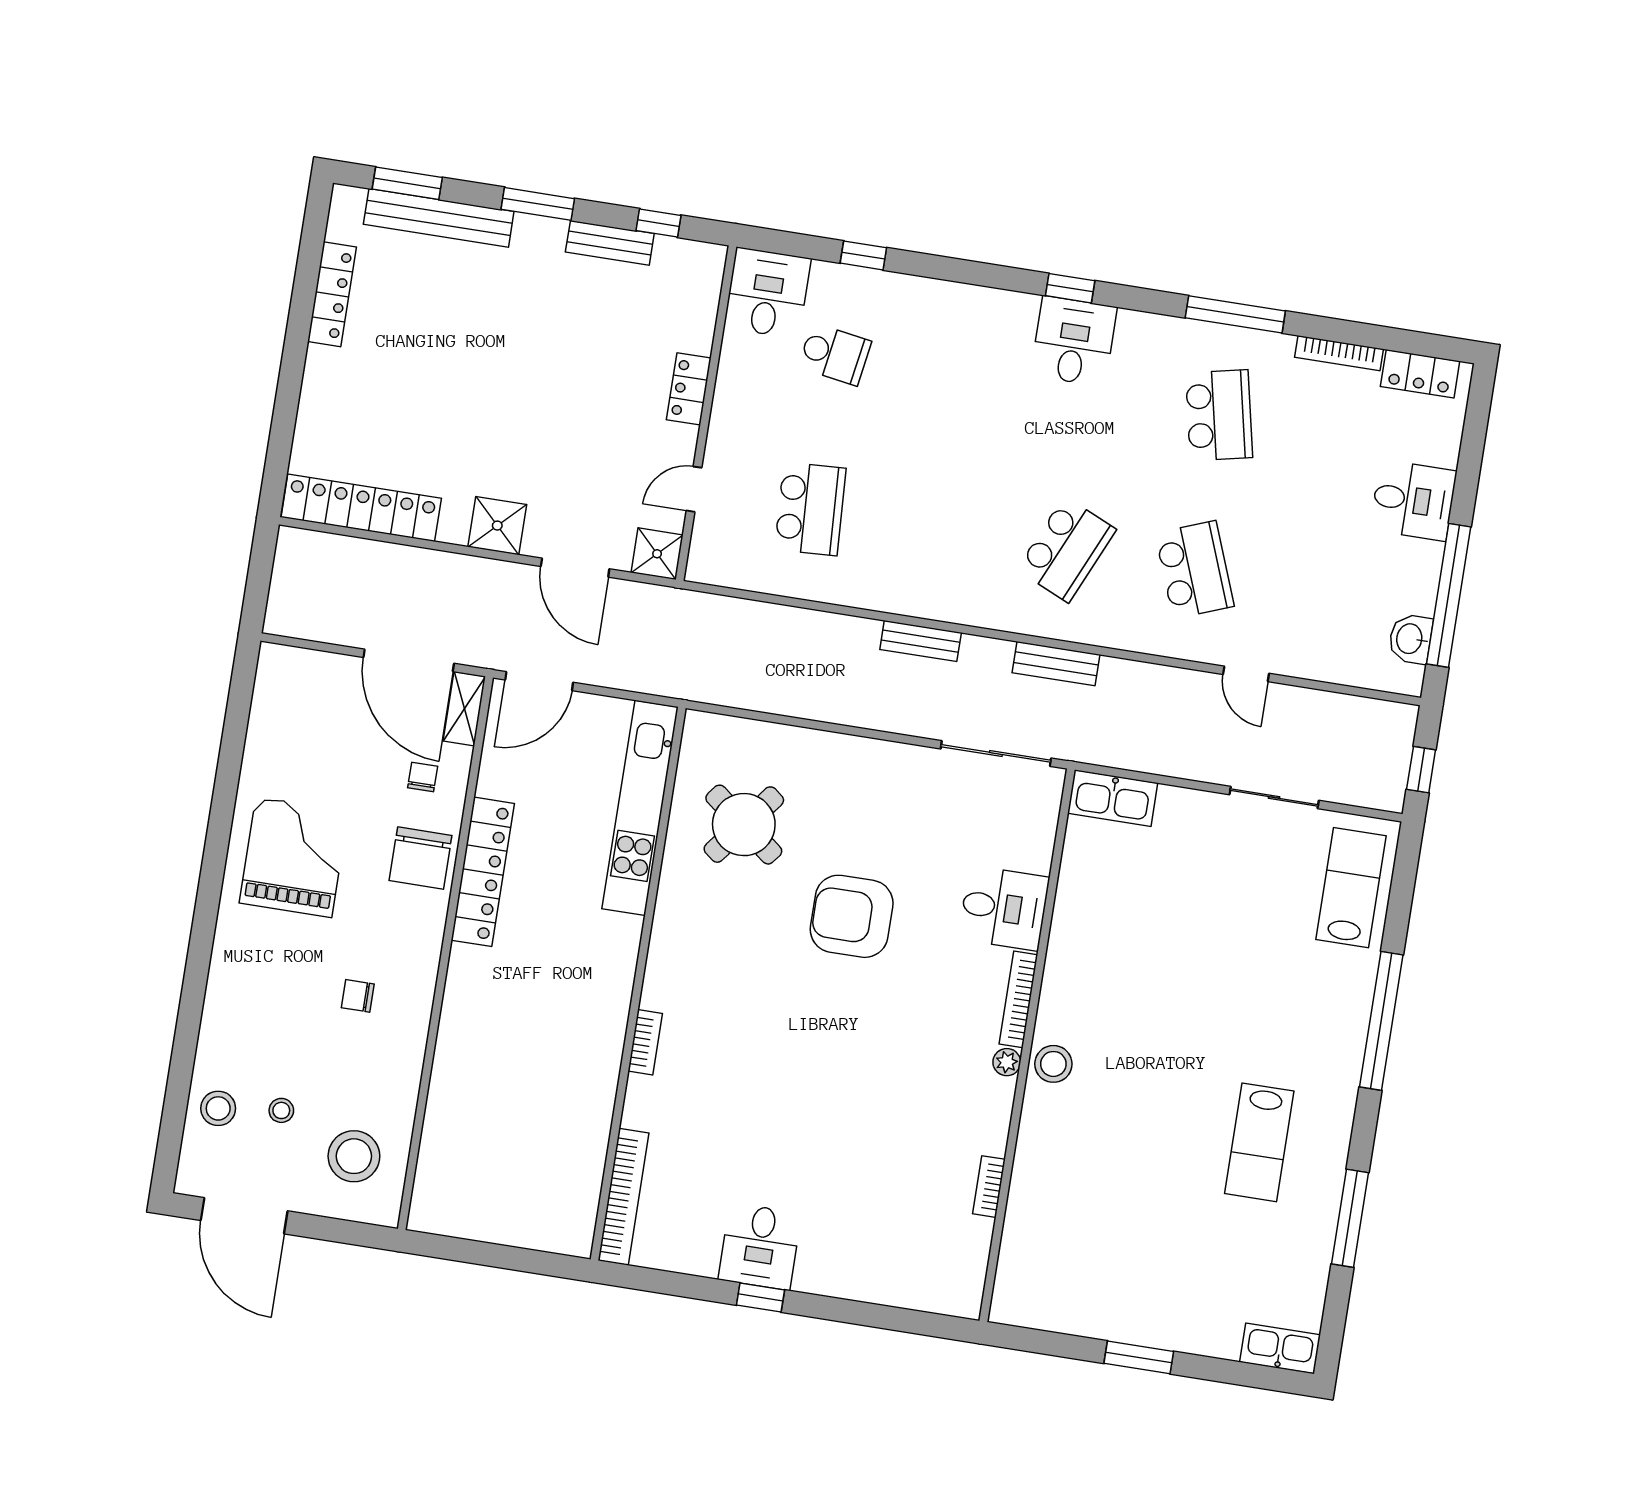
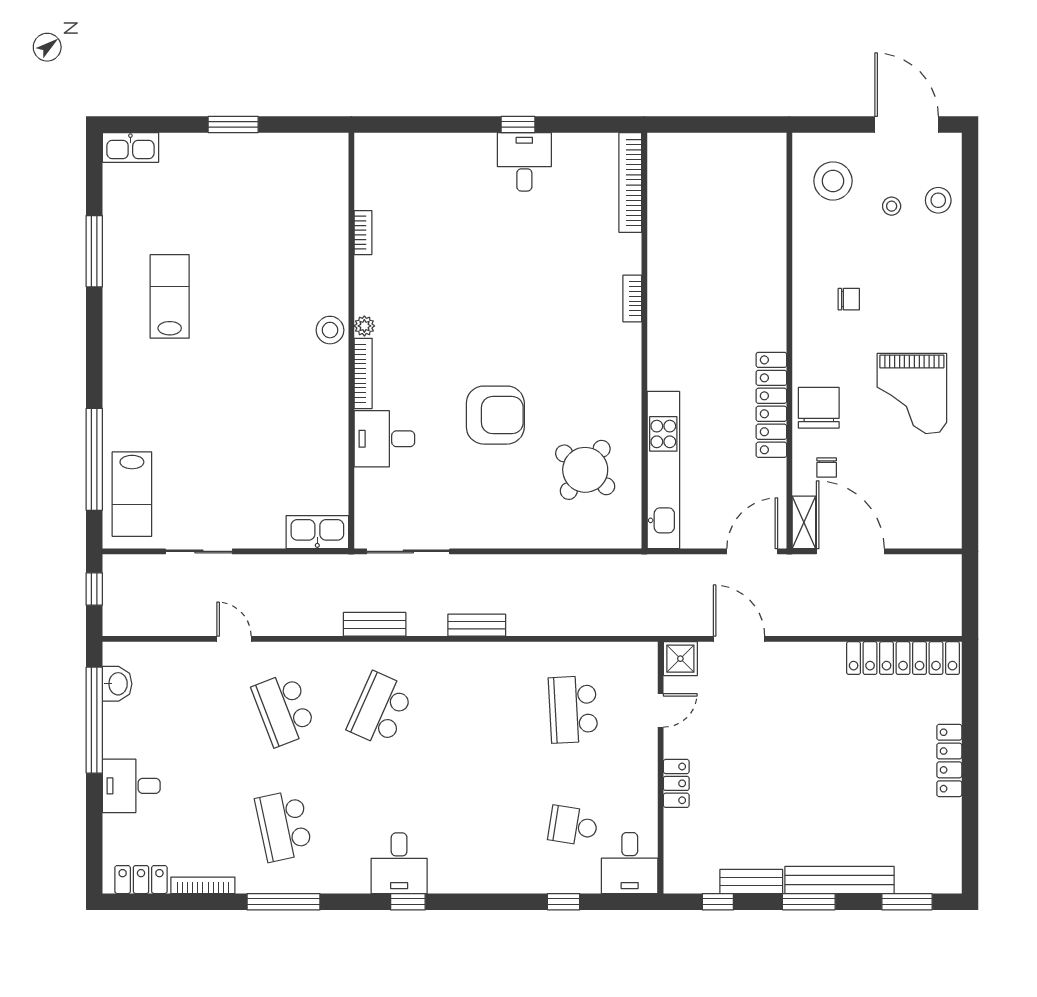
bench: (439, 218) -> (839, 880), moved
locker: (332, 294) -> (949, 760), moved
shower: (497, 526) -> (801, 661), removed
window: (1381, 1021) -> (94, 459), moved

